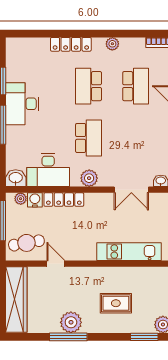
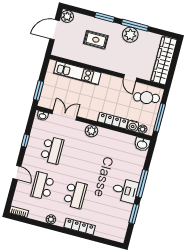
desk: (22, 104) -> (125, 190), width x0.73
school desk: (89, 138) -> (52, 150), moved, turned 180
desk: (48, 170) -> (118, 144), removed
window: (144, 337) -> (105, 17), moved

